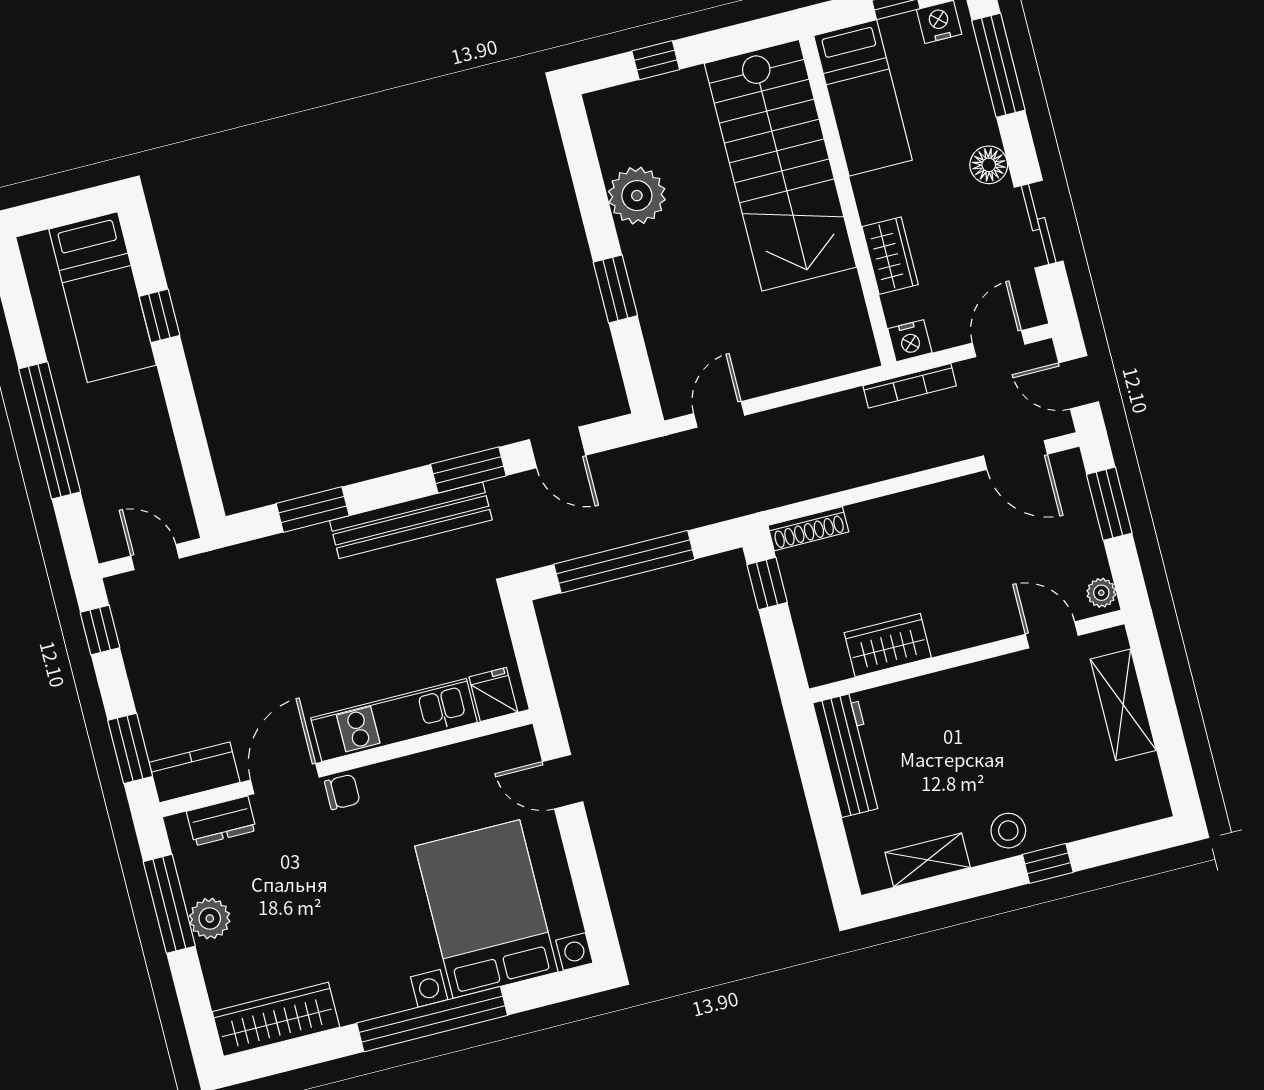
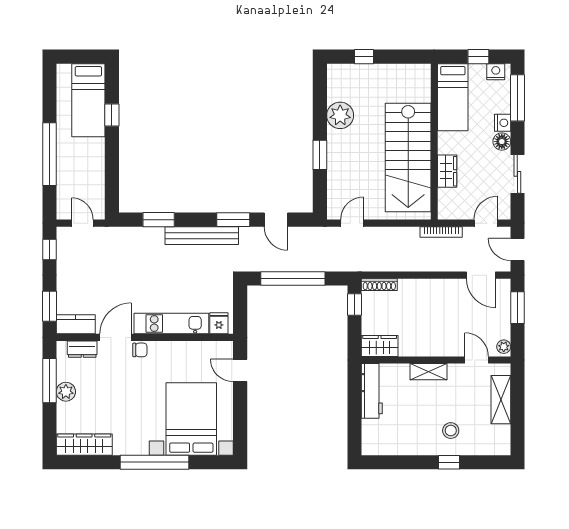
stairs: (780, 165) -> (408, 158), moved
nightstand: (910, 341) -> (503, 123), moved, turned -90
wardrobe: (888, 645) -> (380, 346), moved
stool: (1008, 831) -> (451, 431), moved
shelving: (928, 860) -> (428, 372), moved

